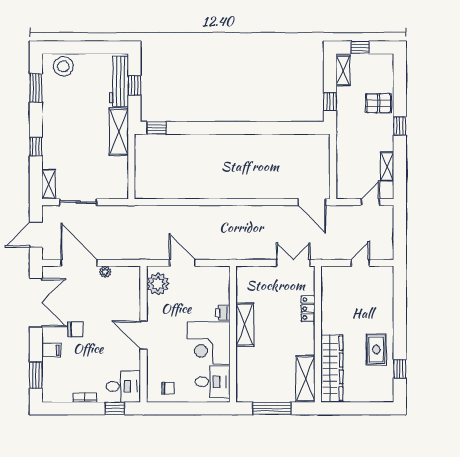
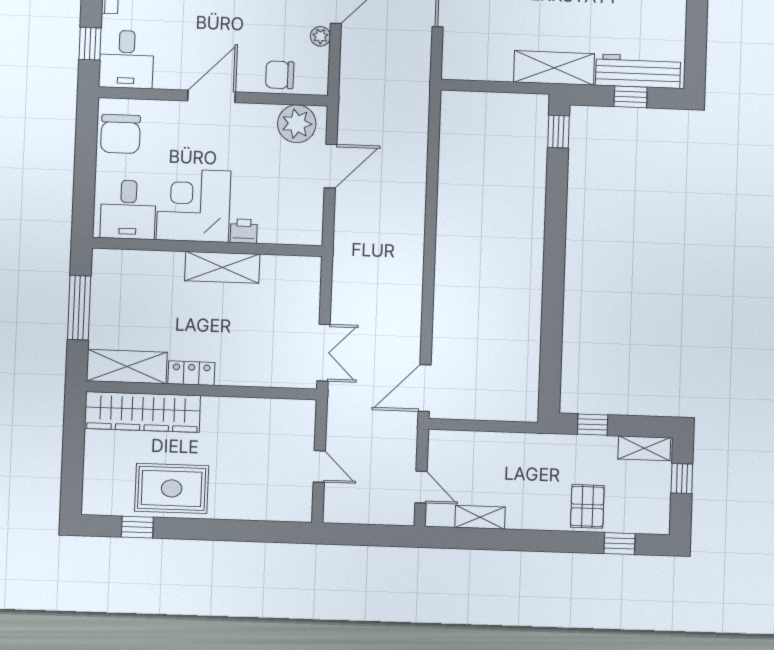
window: (400, 126) -> (619, 544), moved
chair: (129, 295) -> (280, 75), added
locker: (308, 309) -> (191, 373), moved
rug: (376, 349) -> (172, 488), width x1.36, depth x1.43
chair: (168, 388) -> (120, 134), width x1.87, depth x1.87

